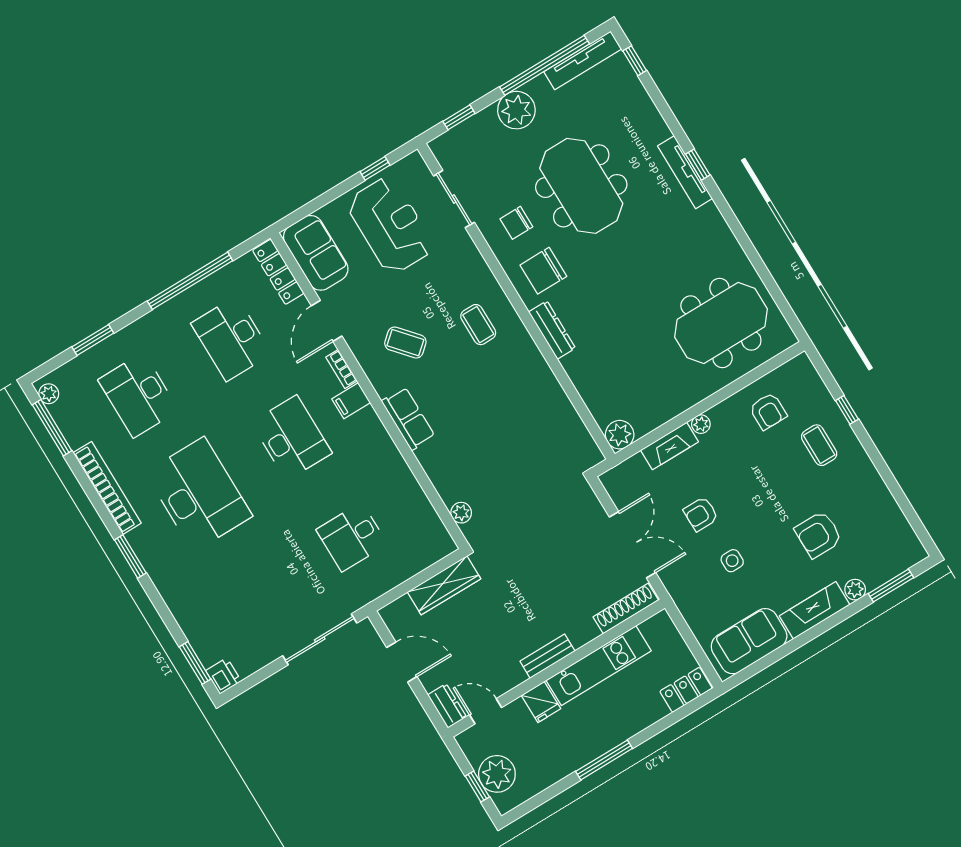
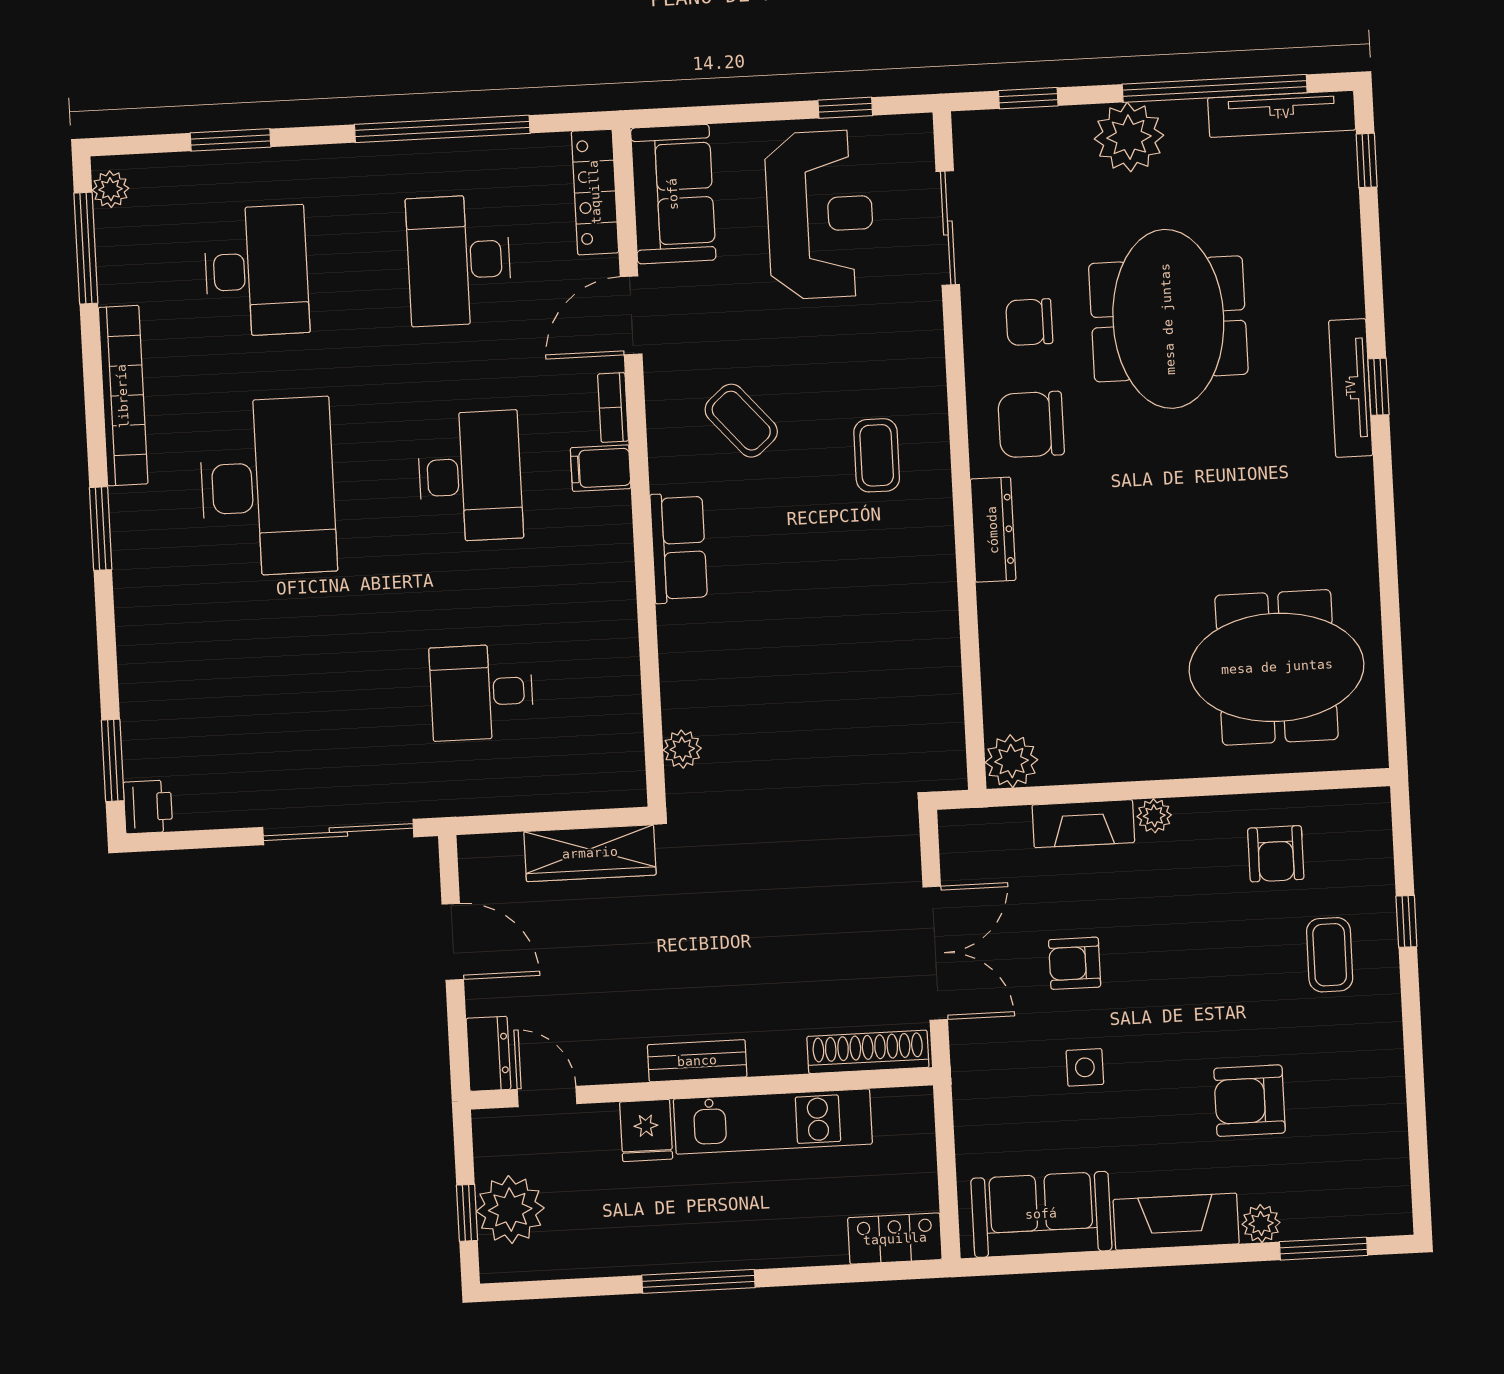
desk: (138, 395) -> (256, 271), turned 180

